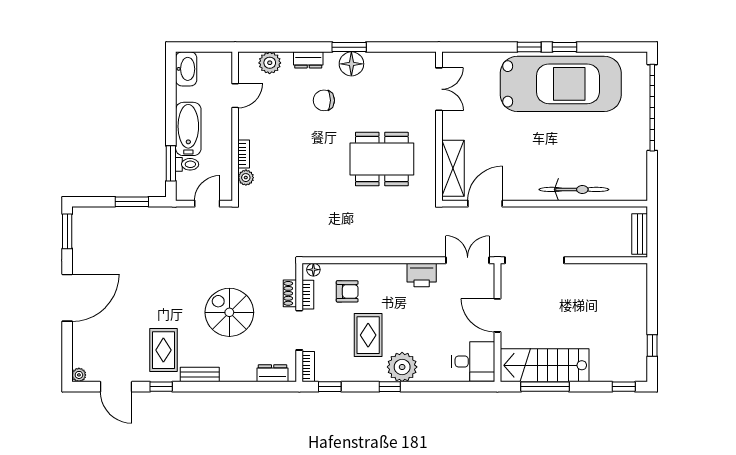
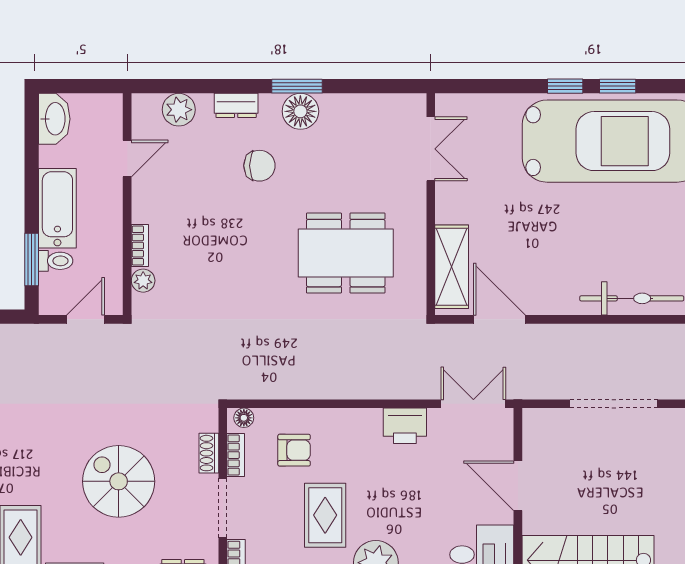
chair: (324, 100) -> (259, 166), turned 180
door: (485, 204) -> (499, 319), hinge flipped
doorway: (534, 260) -> (614, 404), moved

